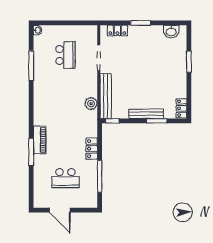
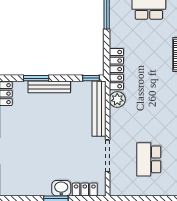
washbasin: (171, 32) -> (61, 188), moved
locker: (92, 149) -> (116, 69), moved, width x1.53

